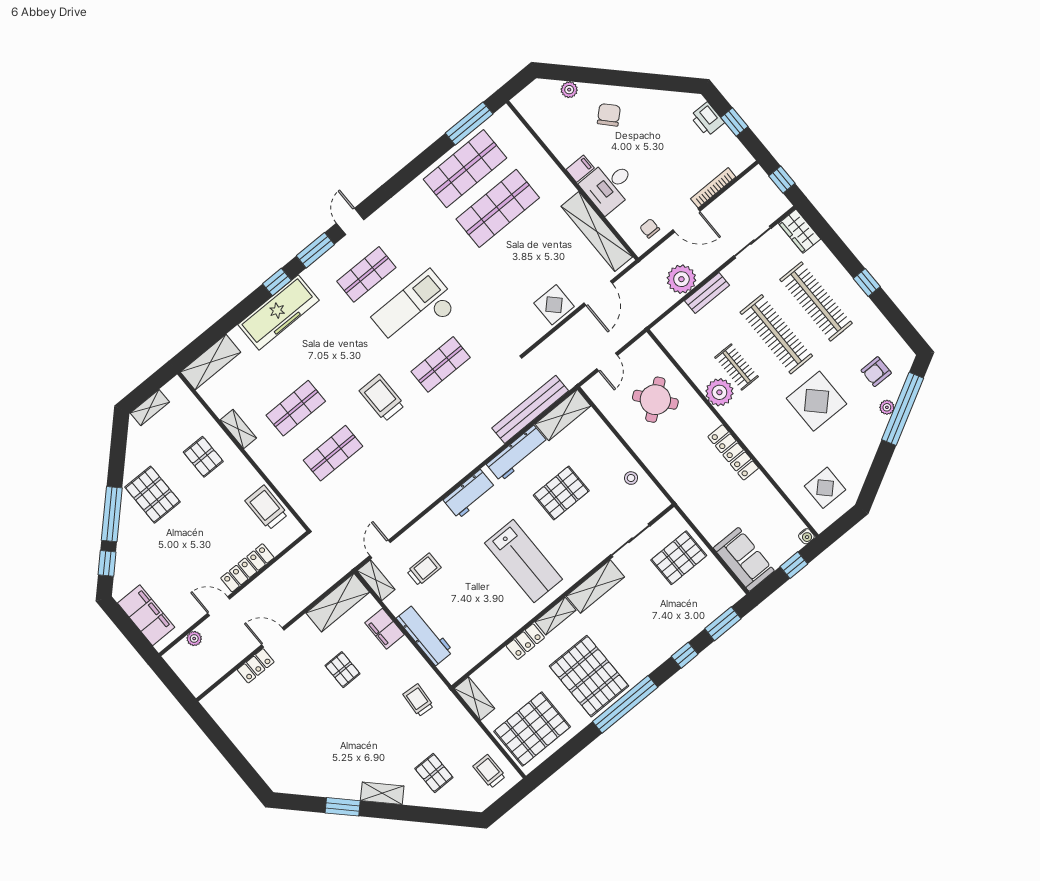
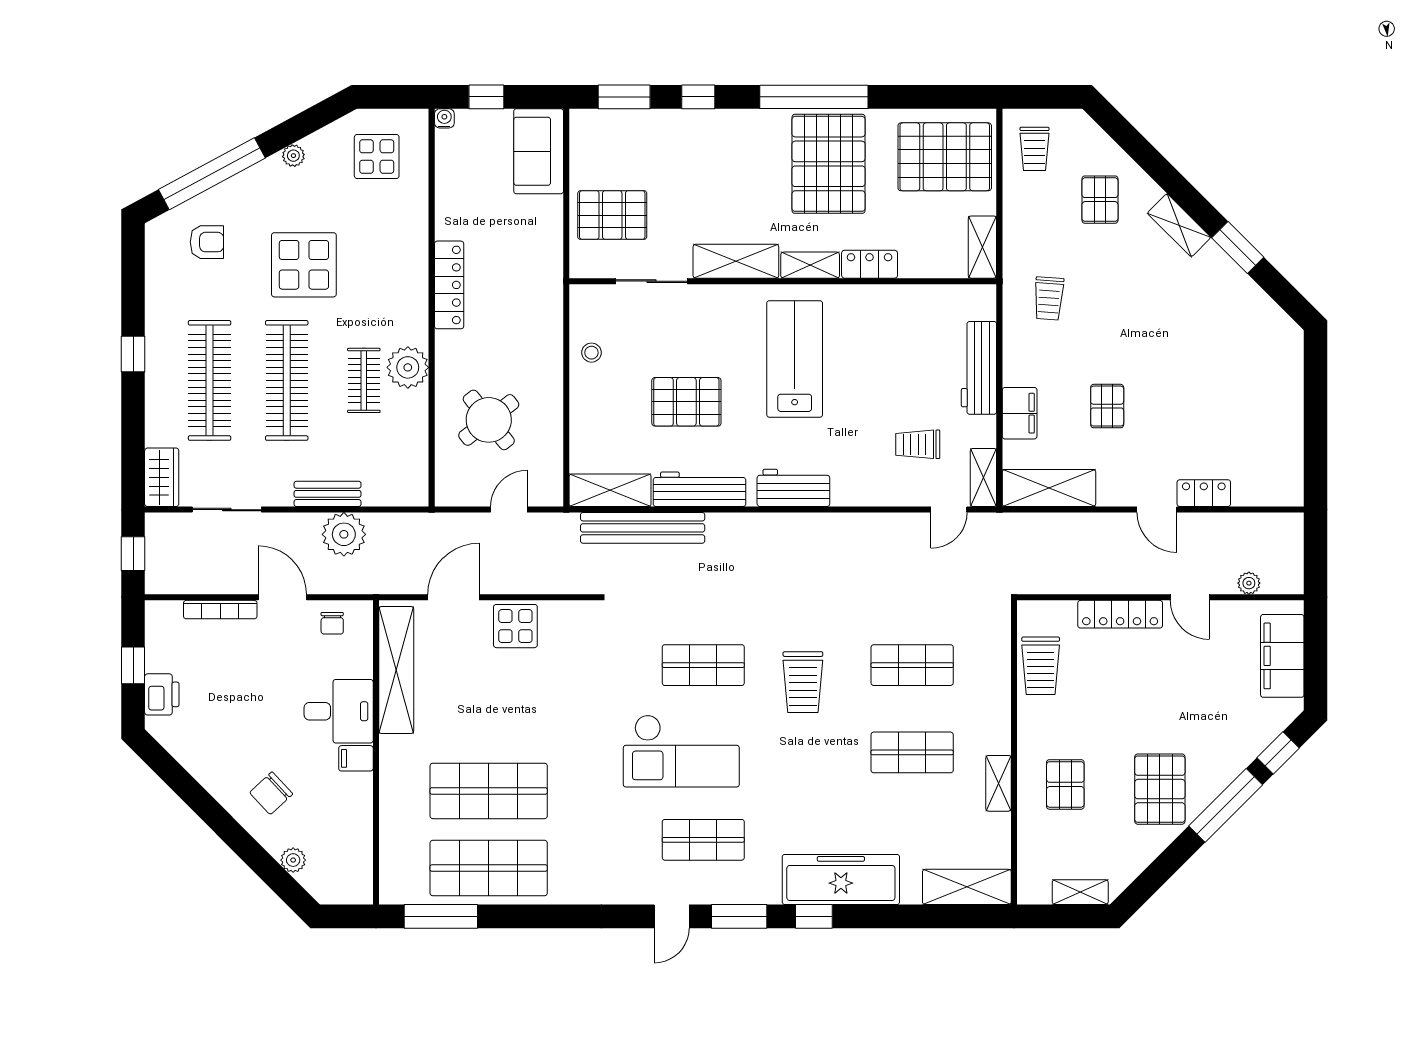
plant: (887, 407) -> (293, 156), moved

